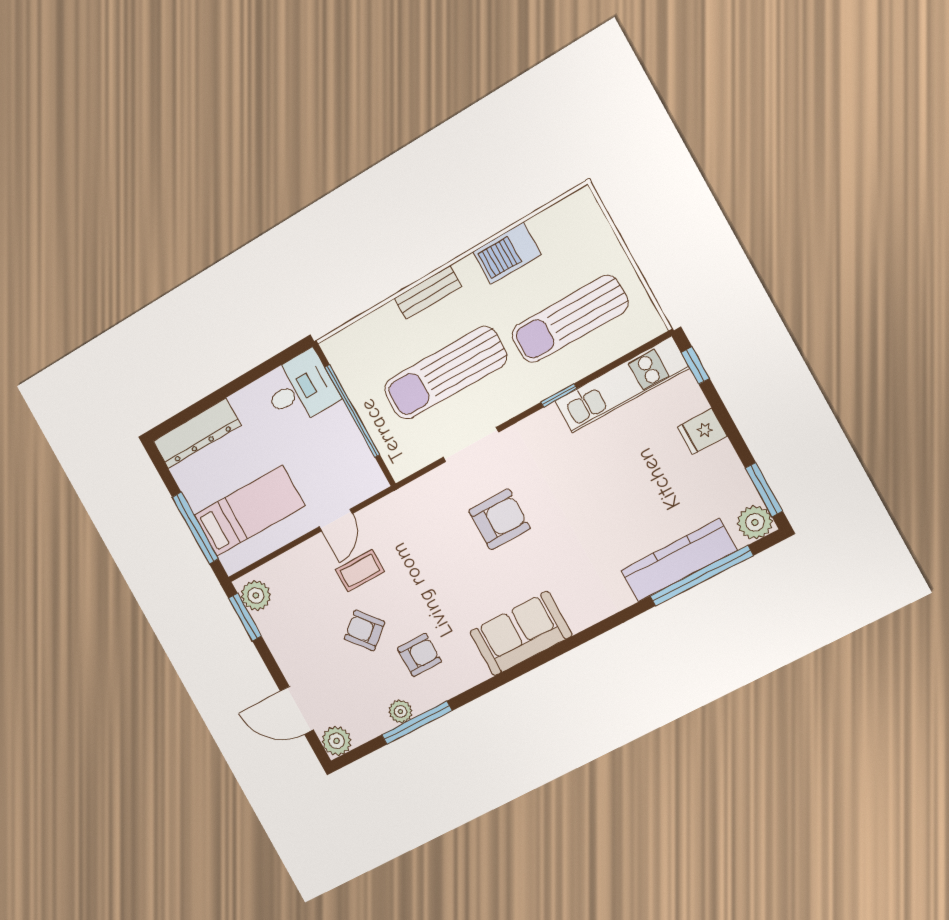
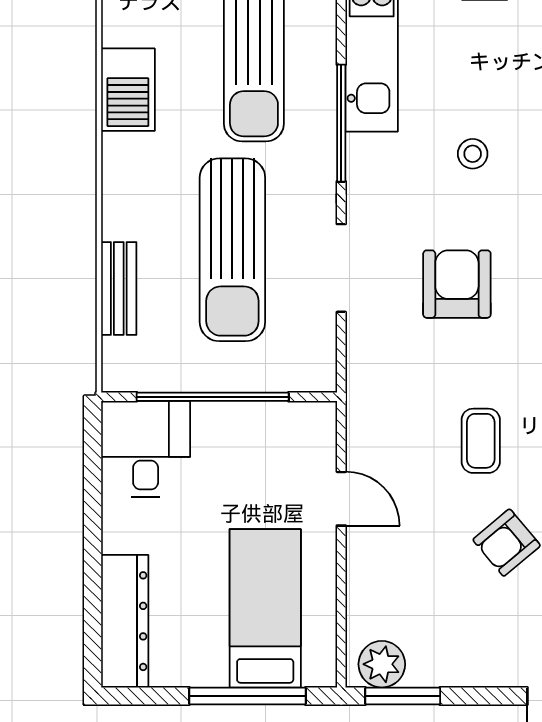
bench: (428, 292) -> (119, 289), moved
window: (559, 395) -> (341, 123), width x2.17
stool: (584, 486) -> (473, 154), added
coffee table: (360, 571) -> (481, 441), moved

